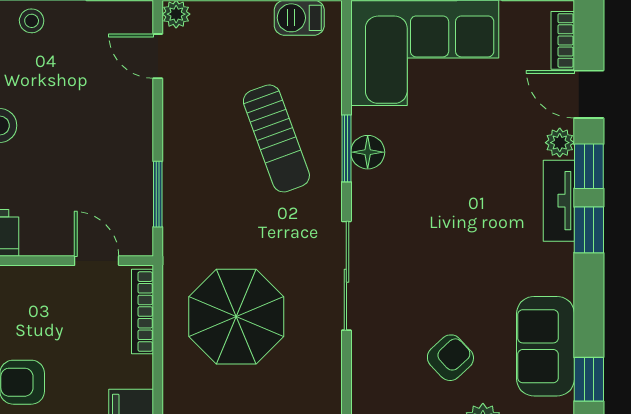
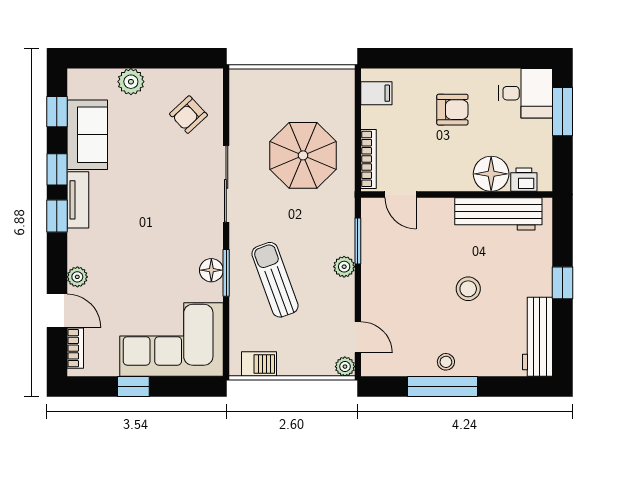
plant: (177, 157) -> (344, 267), added
window: (589, 166) -> (57, 169), moved
tv unit: (559, 201) -> (78, 200), moved
armchair: (450, 358) -> (189, 115), moved

